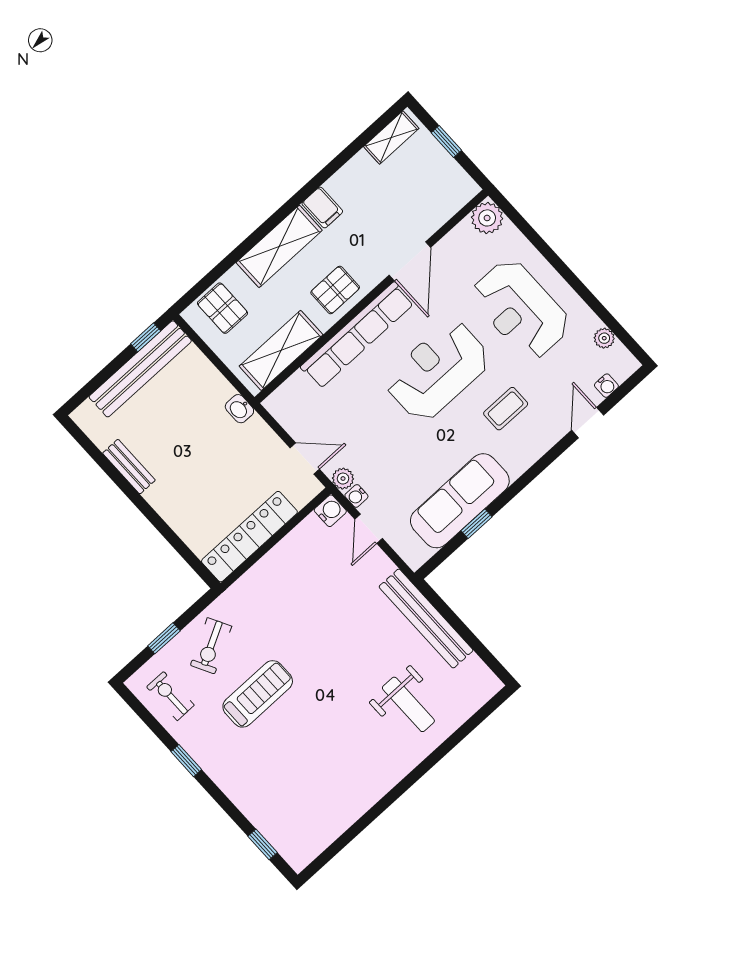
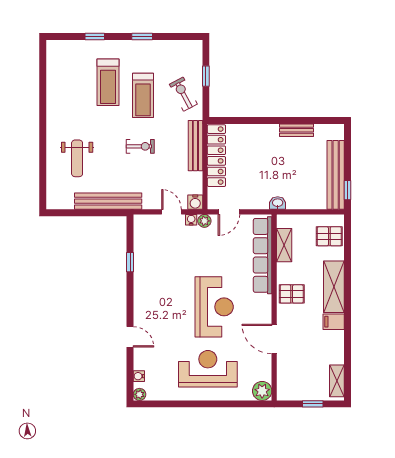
pallet: (335, 290) -> (292, 294), turned 90
row of seats: (357, 335) -> (263, 255), moved
plant: (604, 338) -> (139, 394), moved
shelving: (281, 350) -> (284, 245), width x0.67, depth x0.75
coffee table: (506, 409) -> (170, 322), removed
door: (588, 423) -> (130, 337), moved
sofa: (460, 501) -> (147, 264), removed
bench: (261, 574) -> (195, 146), added
exercise bike: (170, 696) -> (140, 146), moved
weight bench: (408, 704) -> (77, 158), turned -90
treadmill: (281, 751) -> (108, 82), added
window: (262, 844) -> (95, 36), moved

